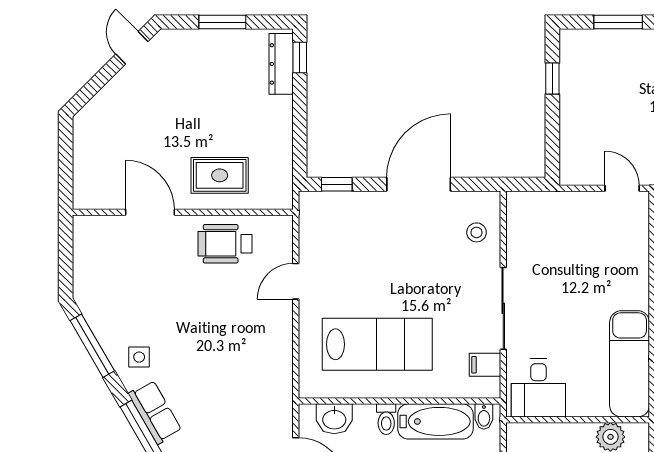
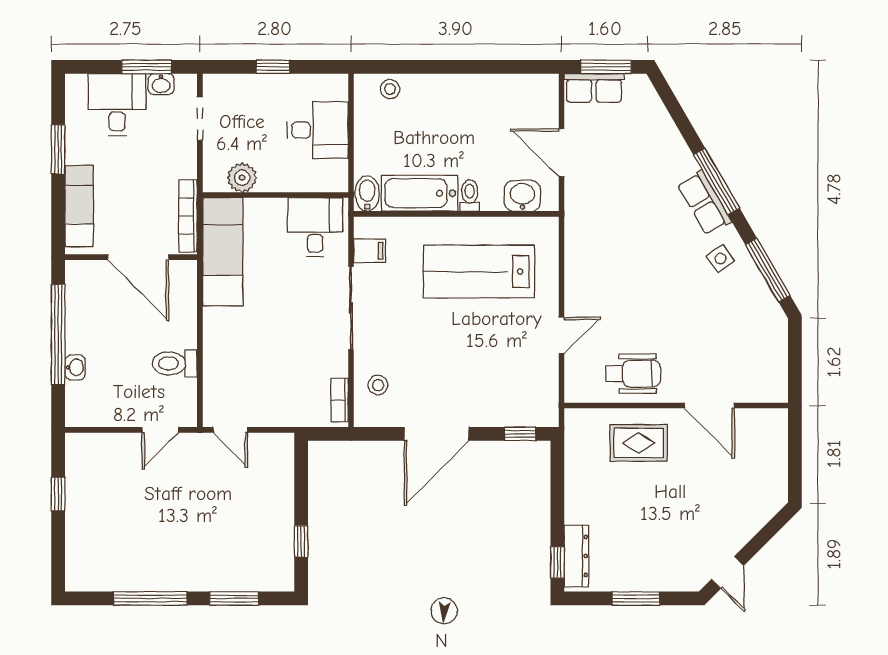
bookcase: (514, 218) -> (340, 400), added
side table: (139, 357) -> (720, 259), turned -35
bidet: (484, 417) -> (367, 194), width x1.38, depth x1.36

